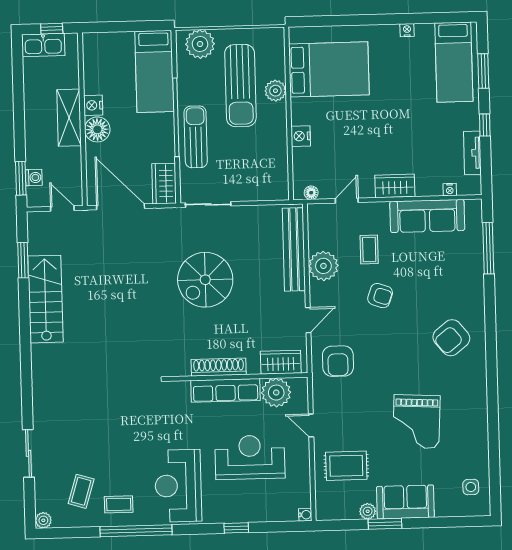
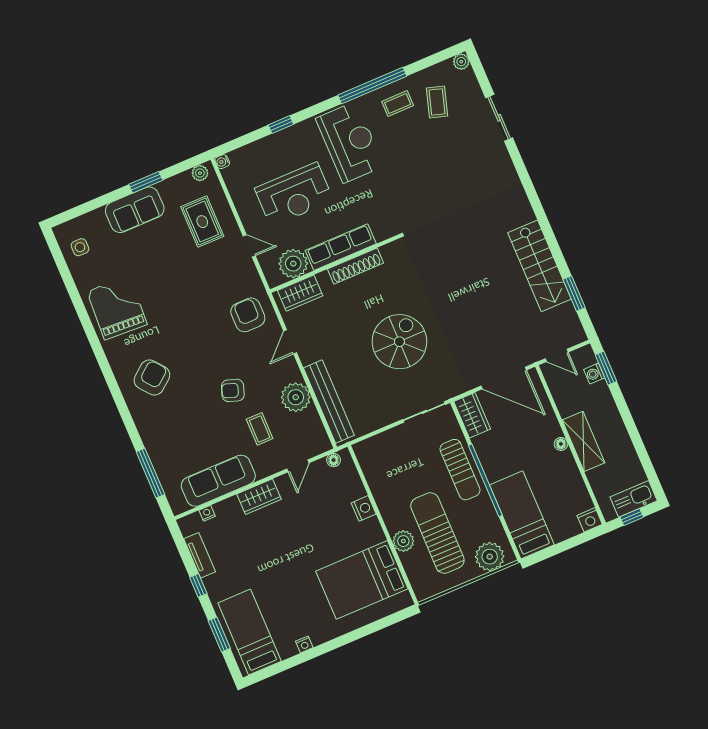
nightstand: (93, 105) -> (590, 520), moved, turned 90
floor lamp: (97, 129) -> (561, 444), width x0.53, depth x0.53
grand piano: (416, 422) -> (117, 308), moved
rug: (346, 466) -> (202, 222), turned 90
plant: (368, 511) -> (200, 173), moved

